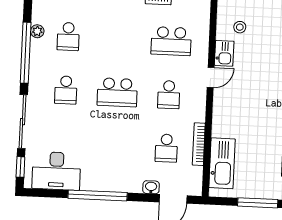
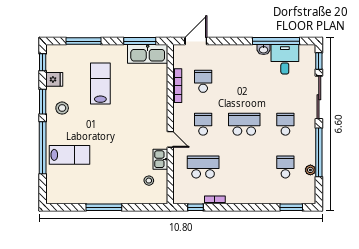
door: (211, 77) -> (170, 139), swing flipped
kitchen sink: (222, 163) -> (148, 54), moved, turned -90
desk: (56, 171) -> (285, 59), width x0.73
washbasin: (151, 187) -> (264, 50), moved
window: (98, 195) -> (276, 41), moved
window: (258, 203) -> (140, 41), moved

